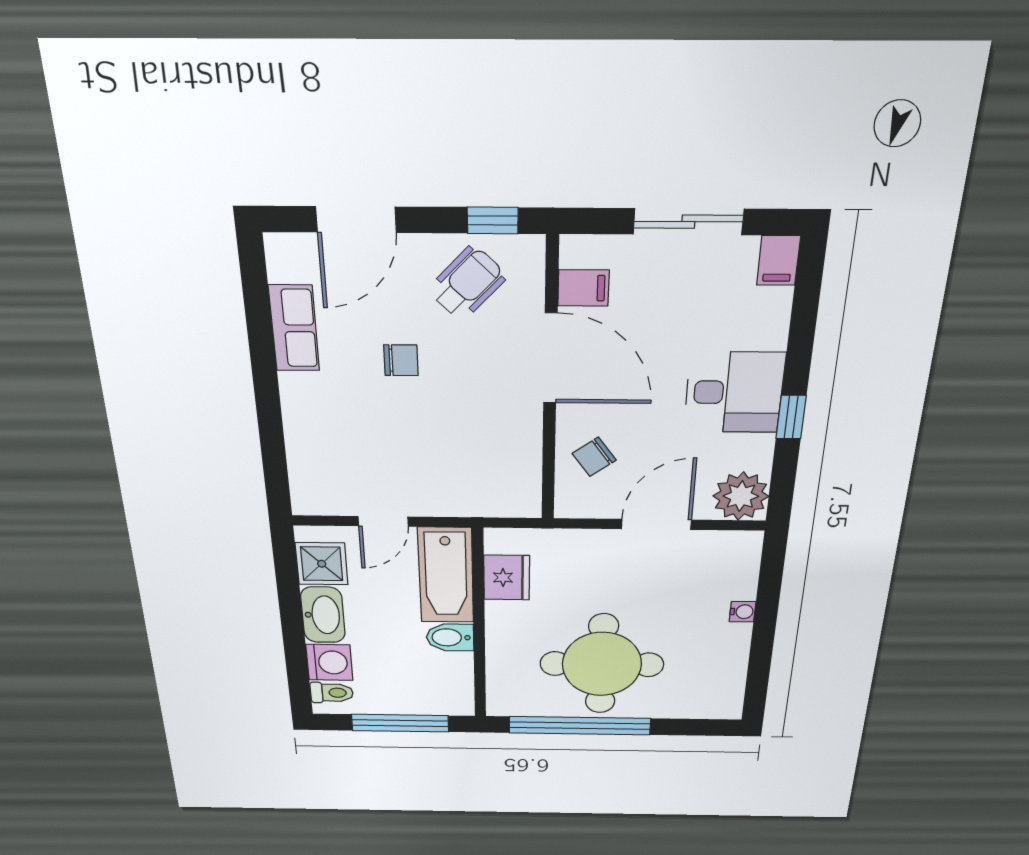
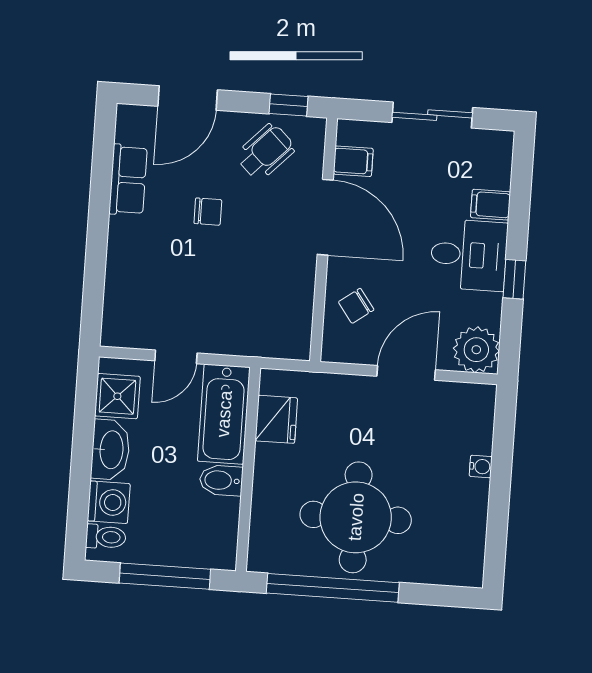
filing cabinet: (778, 260) -> (491, 205), moved, turned 90

